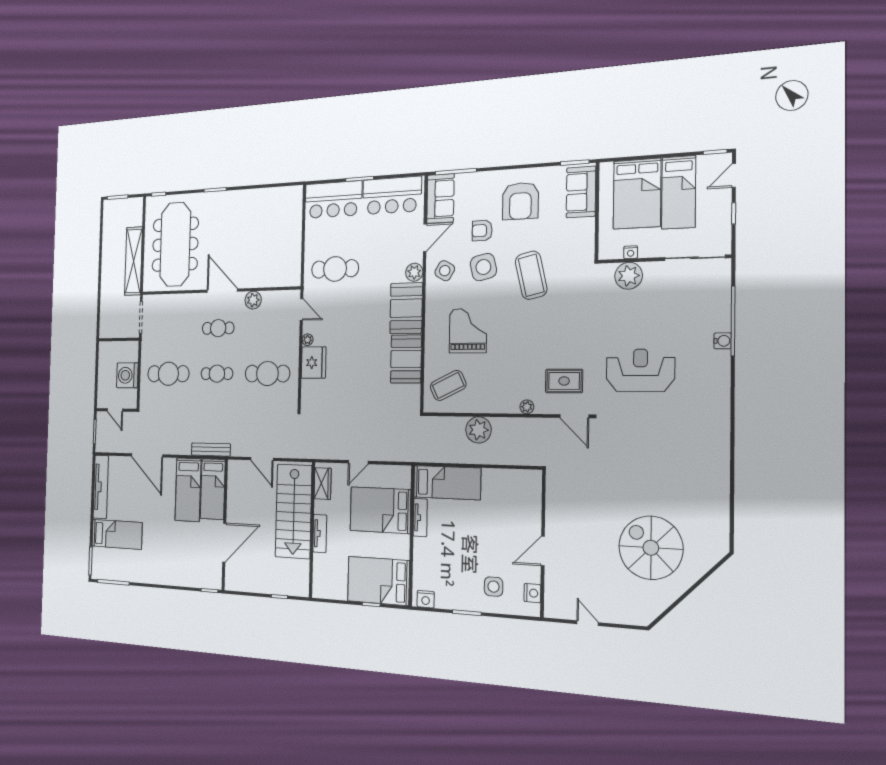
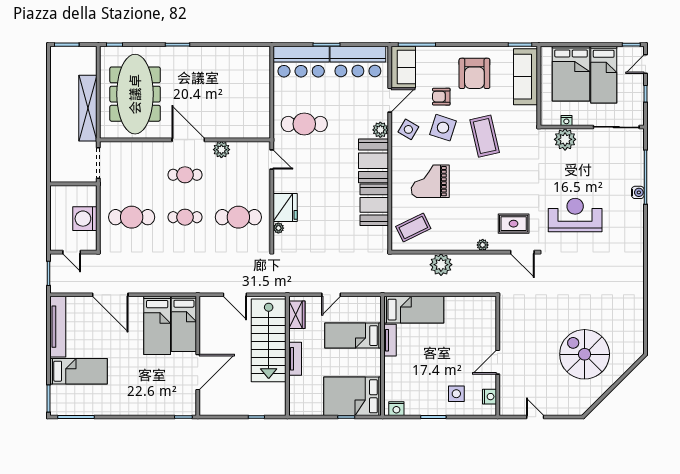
sofa: (581, 192) -> (526, 77), width x1.36
side table: (483, 267) -> (443, 128), turned 31
grand piano: (468, 331) -> (430, 181), turned -90
plant: (308, 340) -> (278, 228), moved
bench: (211, 450) -> (181, 288), removed
bed: (380, 510) -> (353, 336), width x0.67

